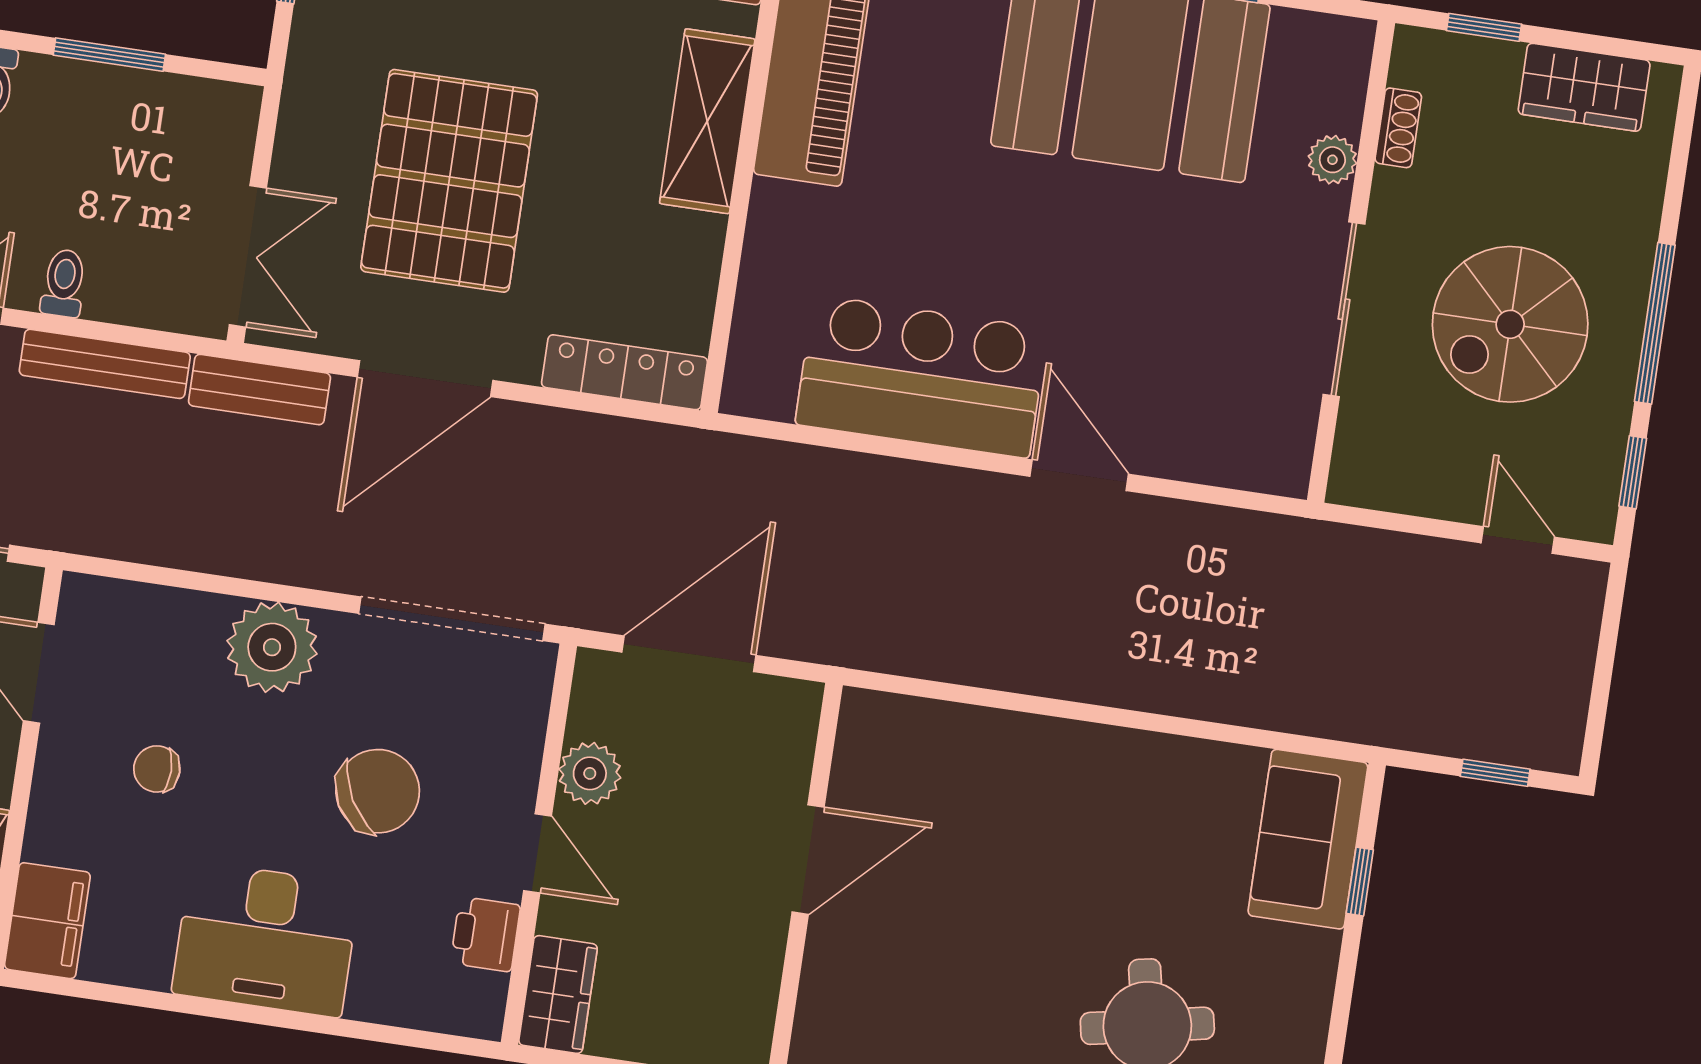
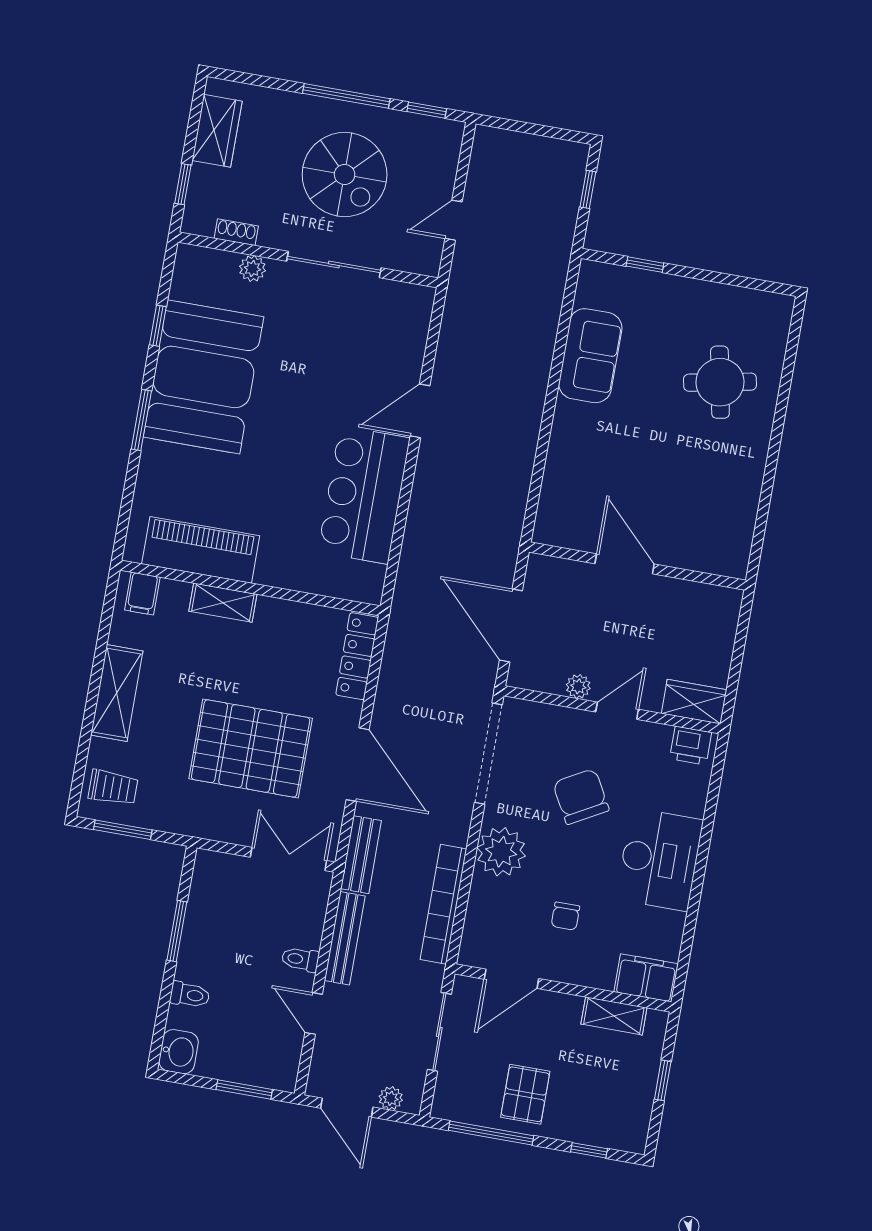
shelving: (707, 121) -> (223, 603), width x0.67, depth x0.75
door: (1518, 540) -> (454, 220), moved
bookcase: (172, 544) -> (443, 904), added
plant: (590, 773) -> (578, 686), width x0.73, depth x0.73
sofa: (1308, 839) -> (590, 356), moved, turned -90
printer: (485, 934) -> (691, 746), moved

